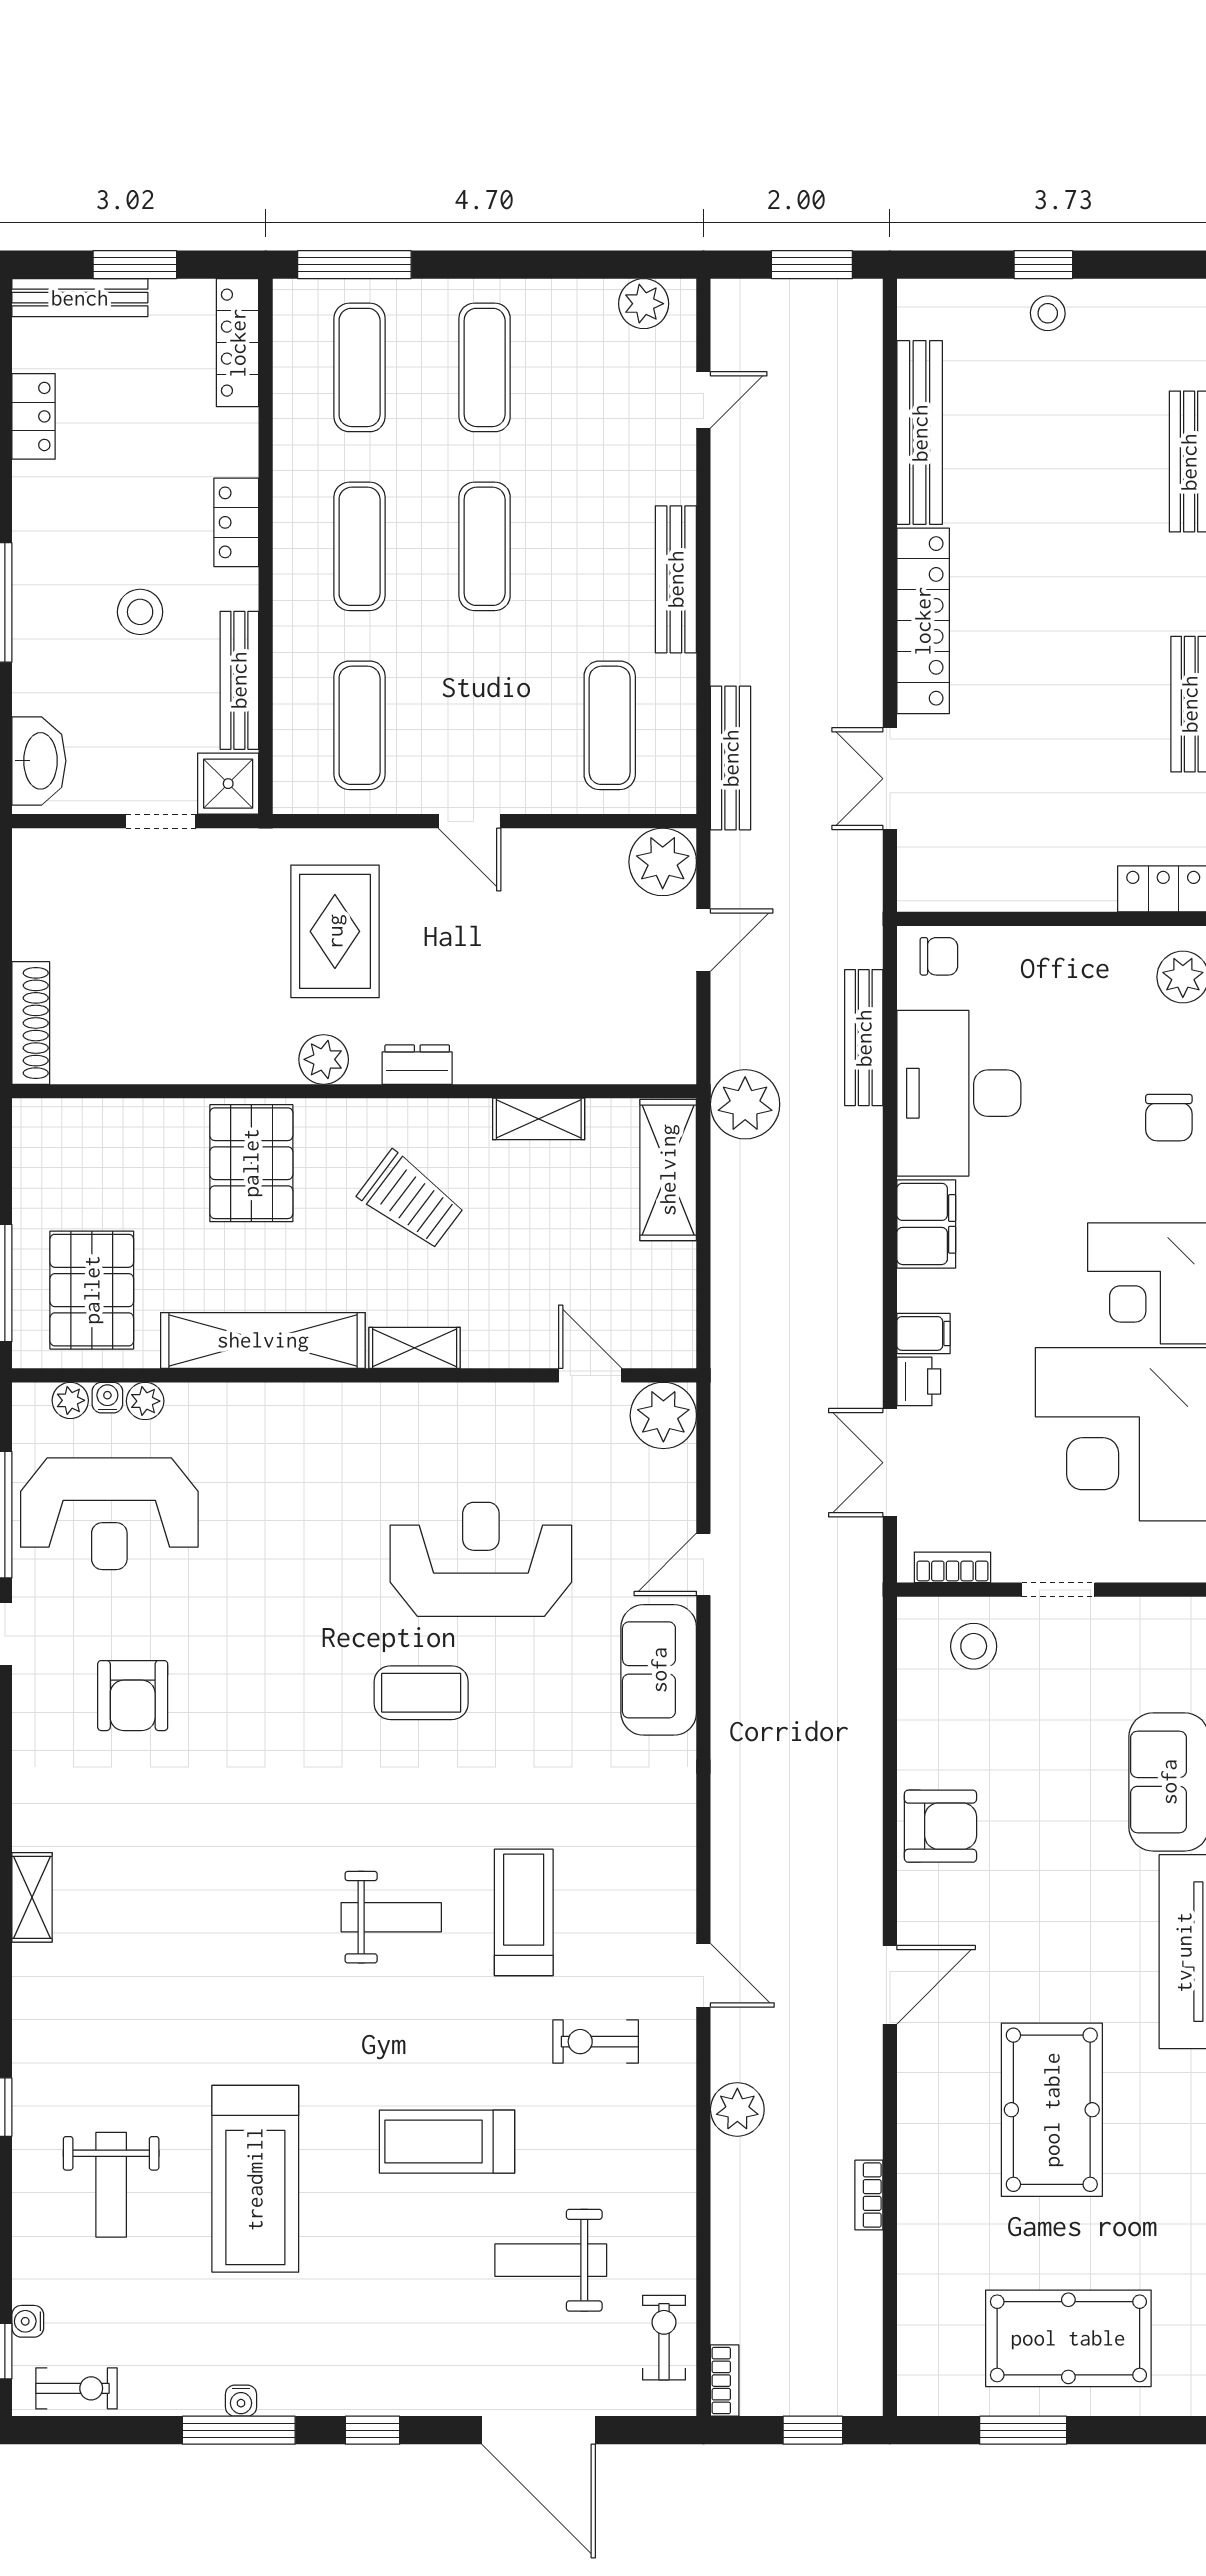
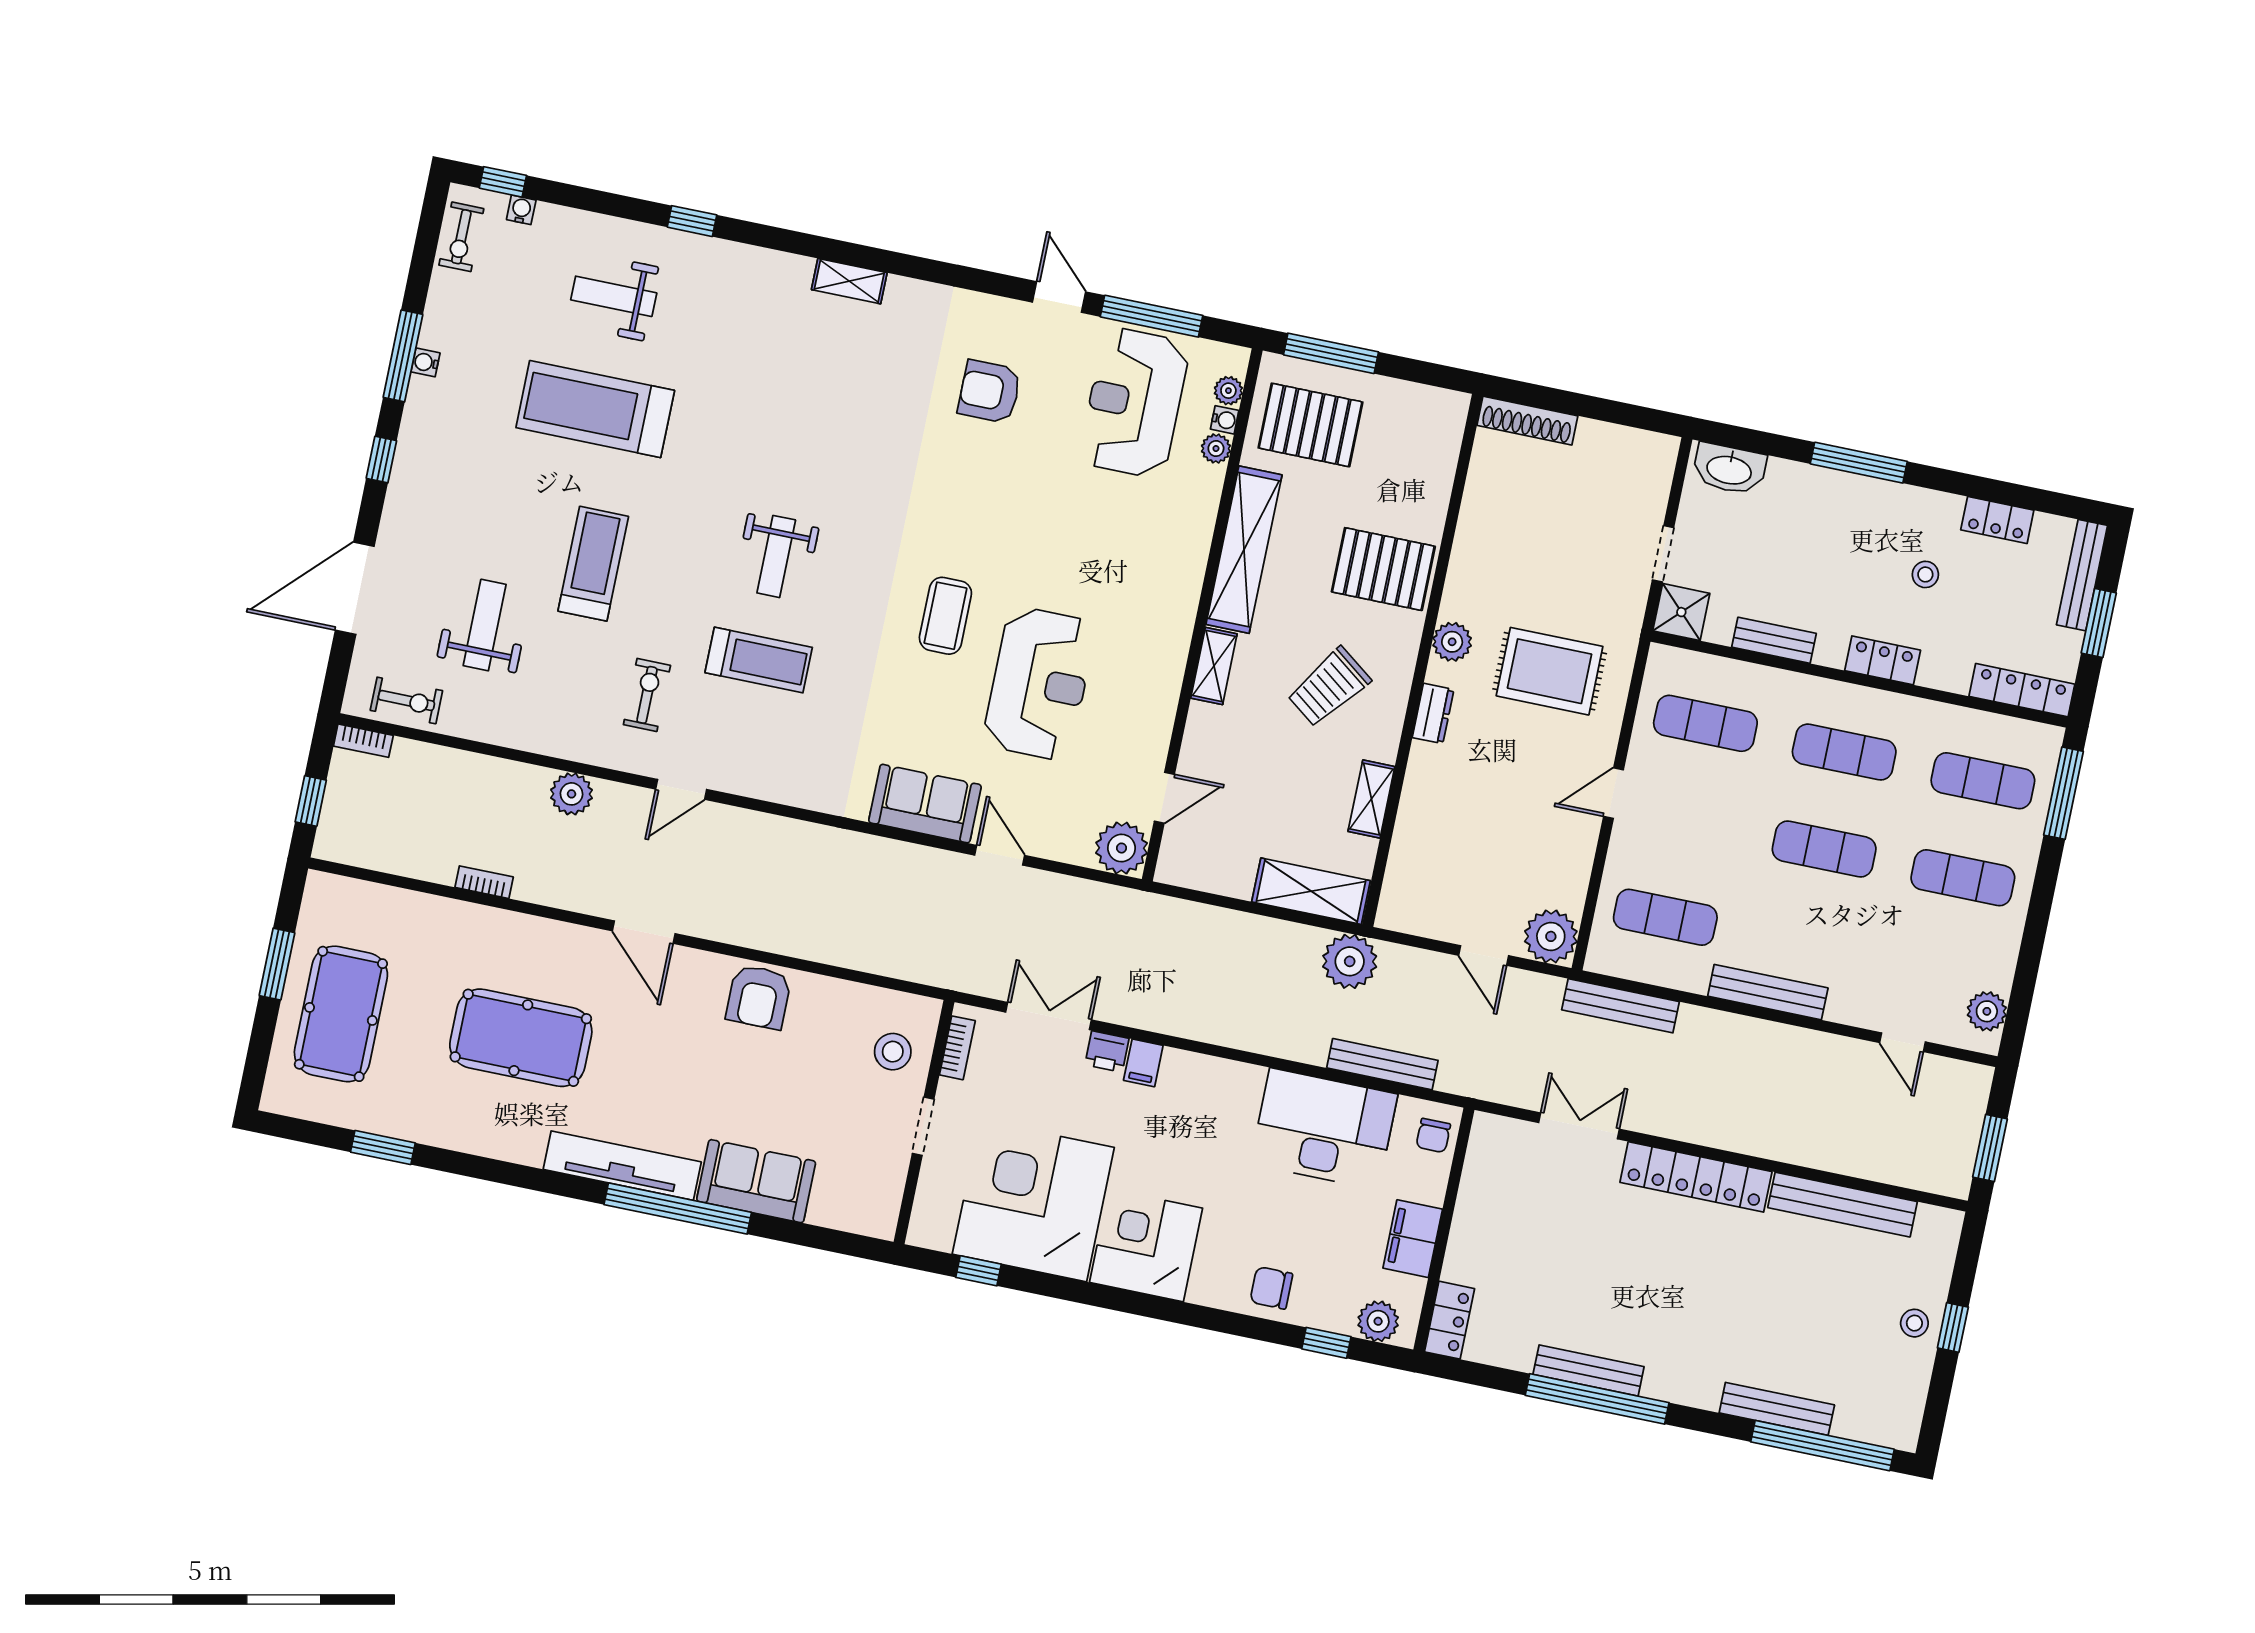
stool: (140, 612) -> (1925, 574), moved, width x0.73, depth x0.73
bench: (239, 680) -> (1774, 640), width x0.73
filing cabinet: (926, 1224) -> (1413, 1239), moved, turned 90

